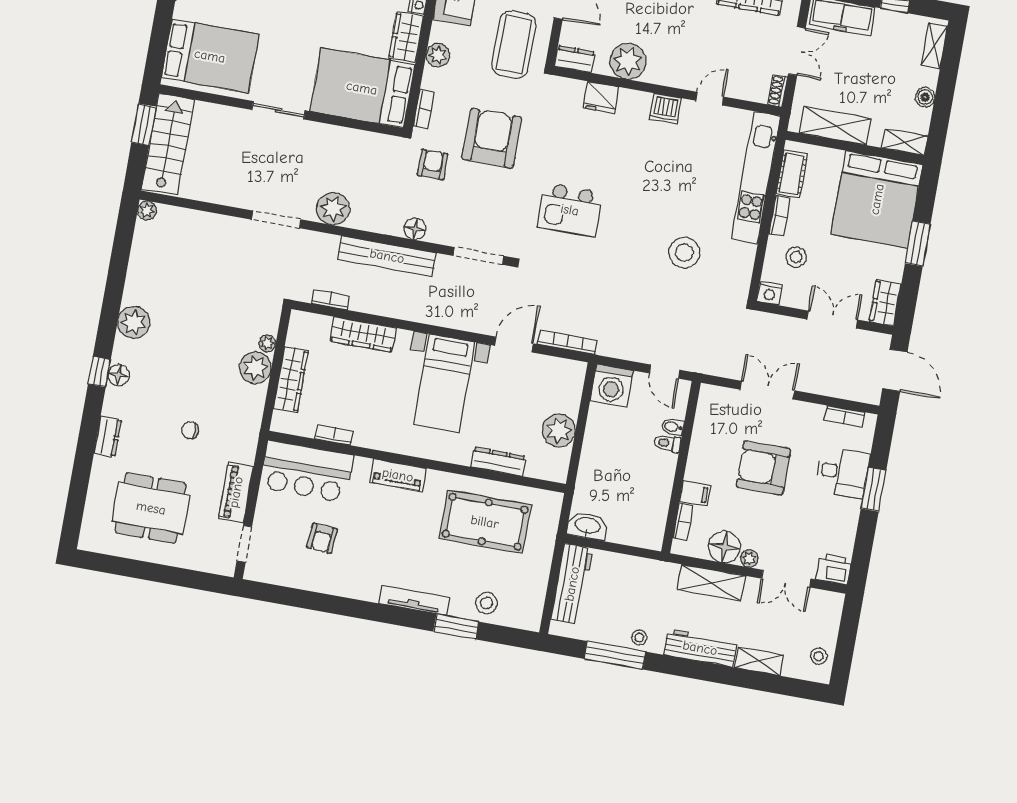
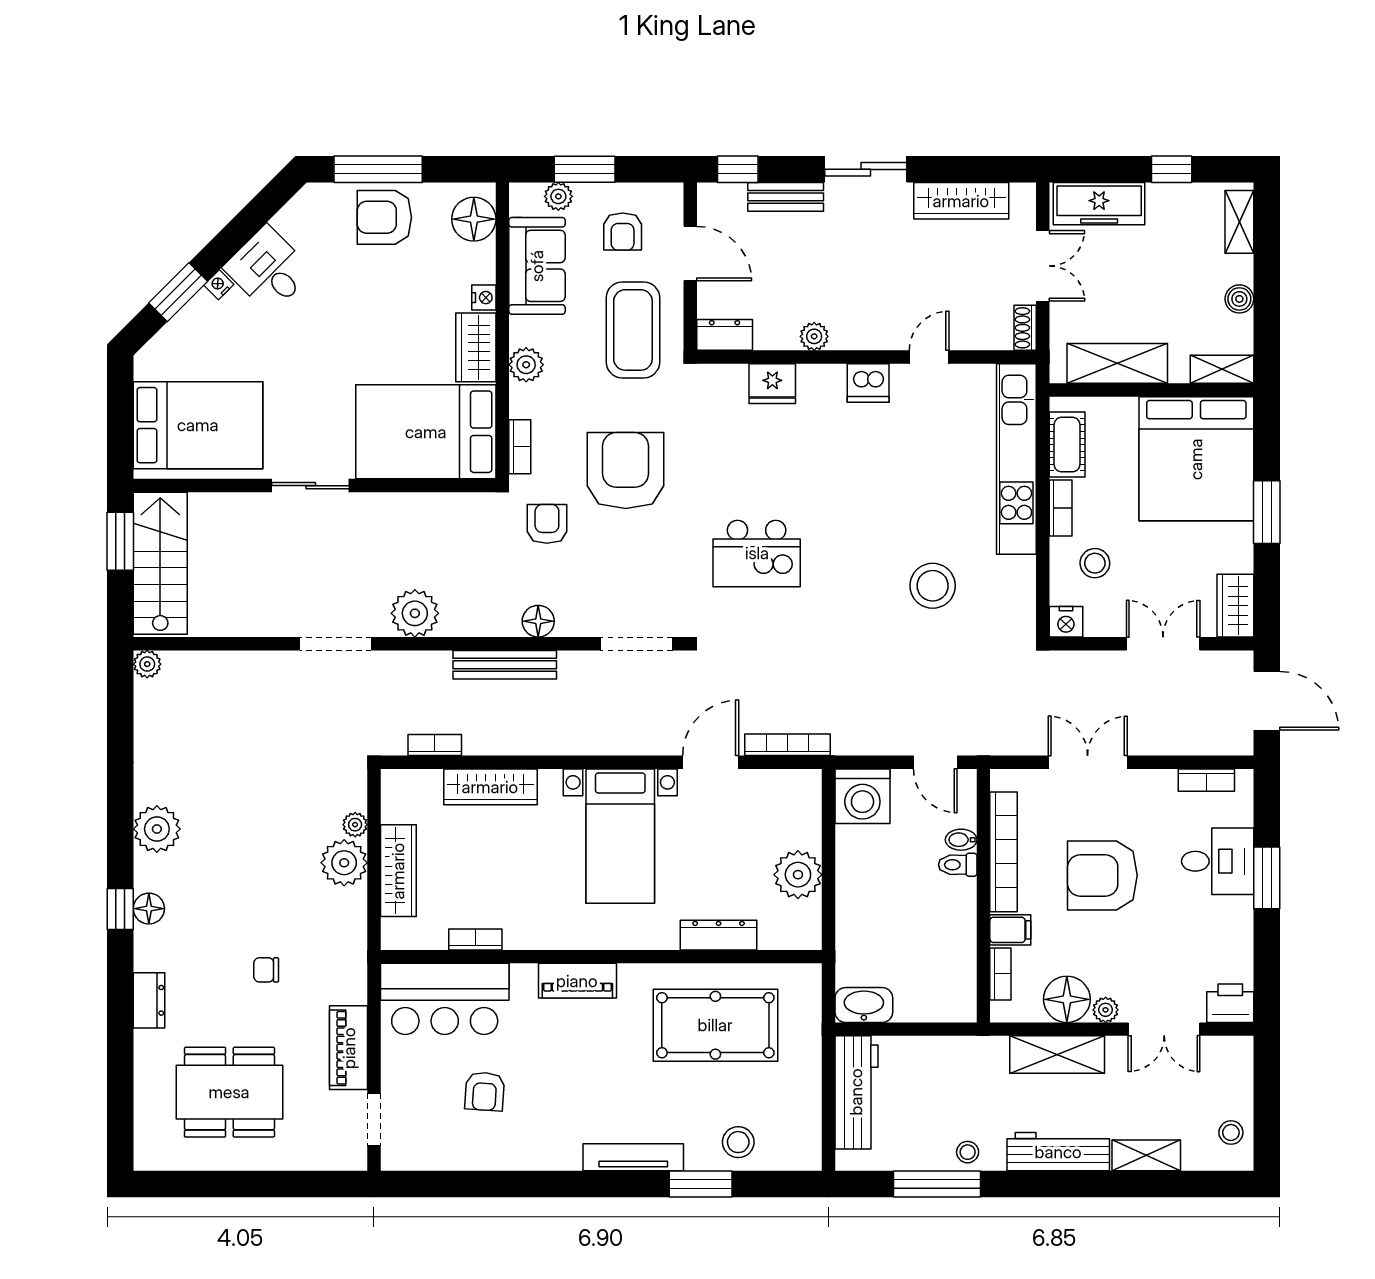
plant: (628, 61) -> (814, 336), width x0.53, depth x0.53
bench: (387, 256) -> (505, 665), width x0.73, depth x0.82
bookcase: (700, 440) -> (1004, 852), added

